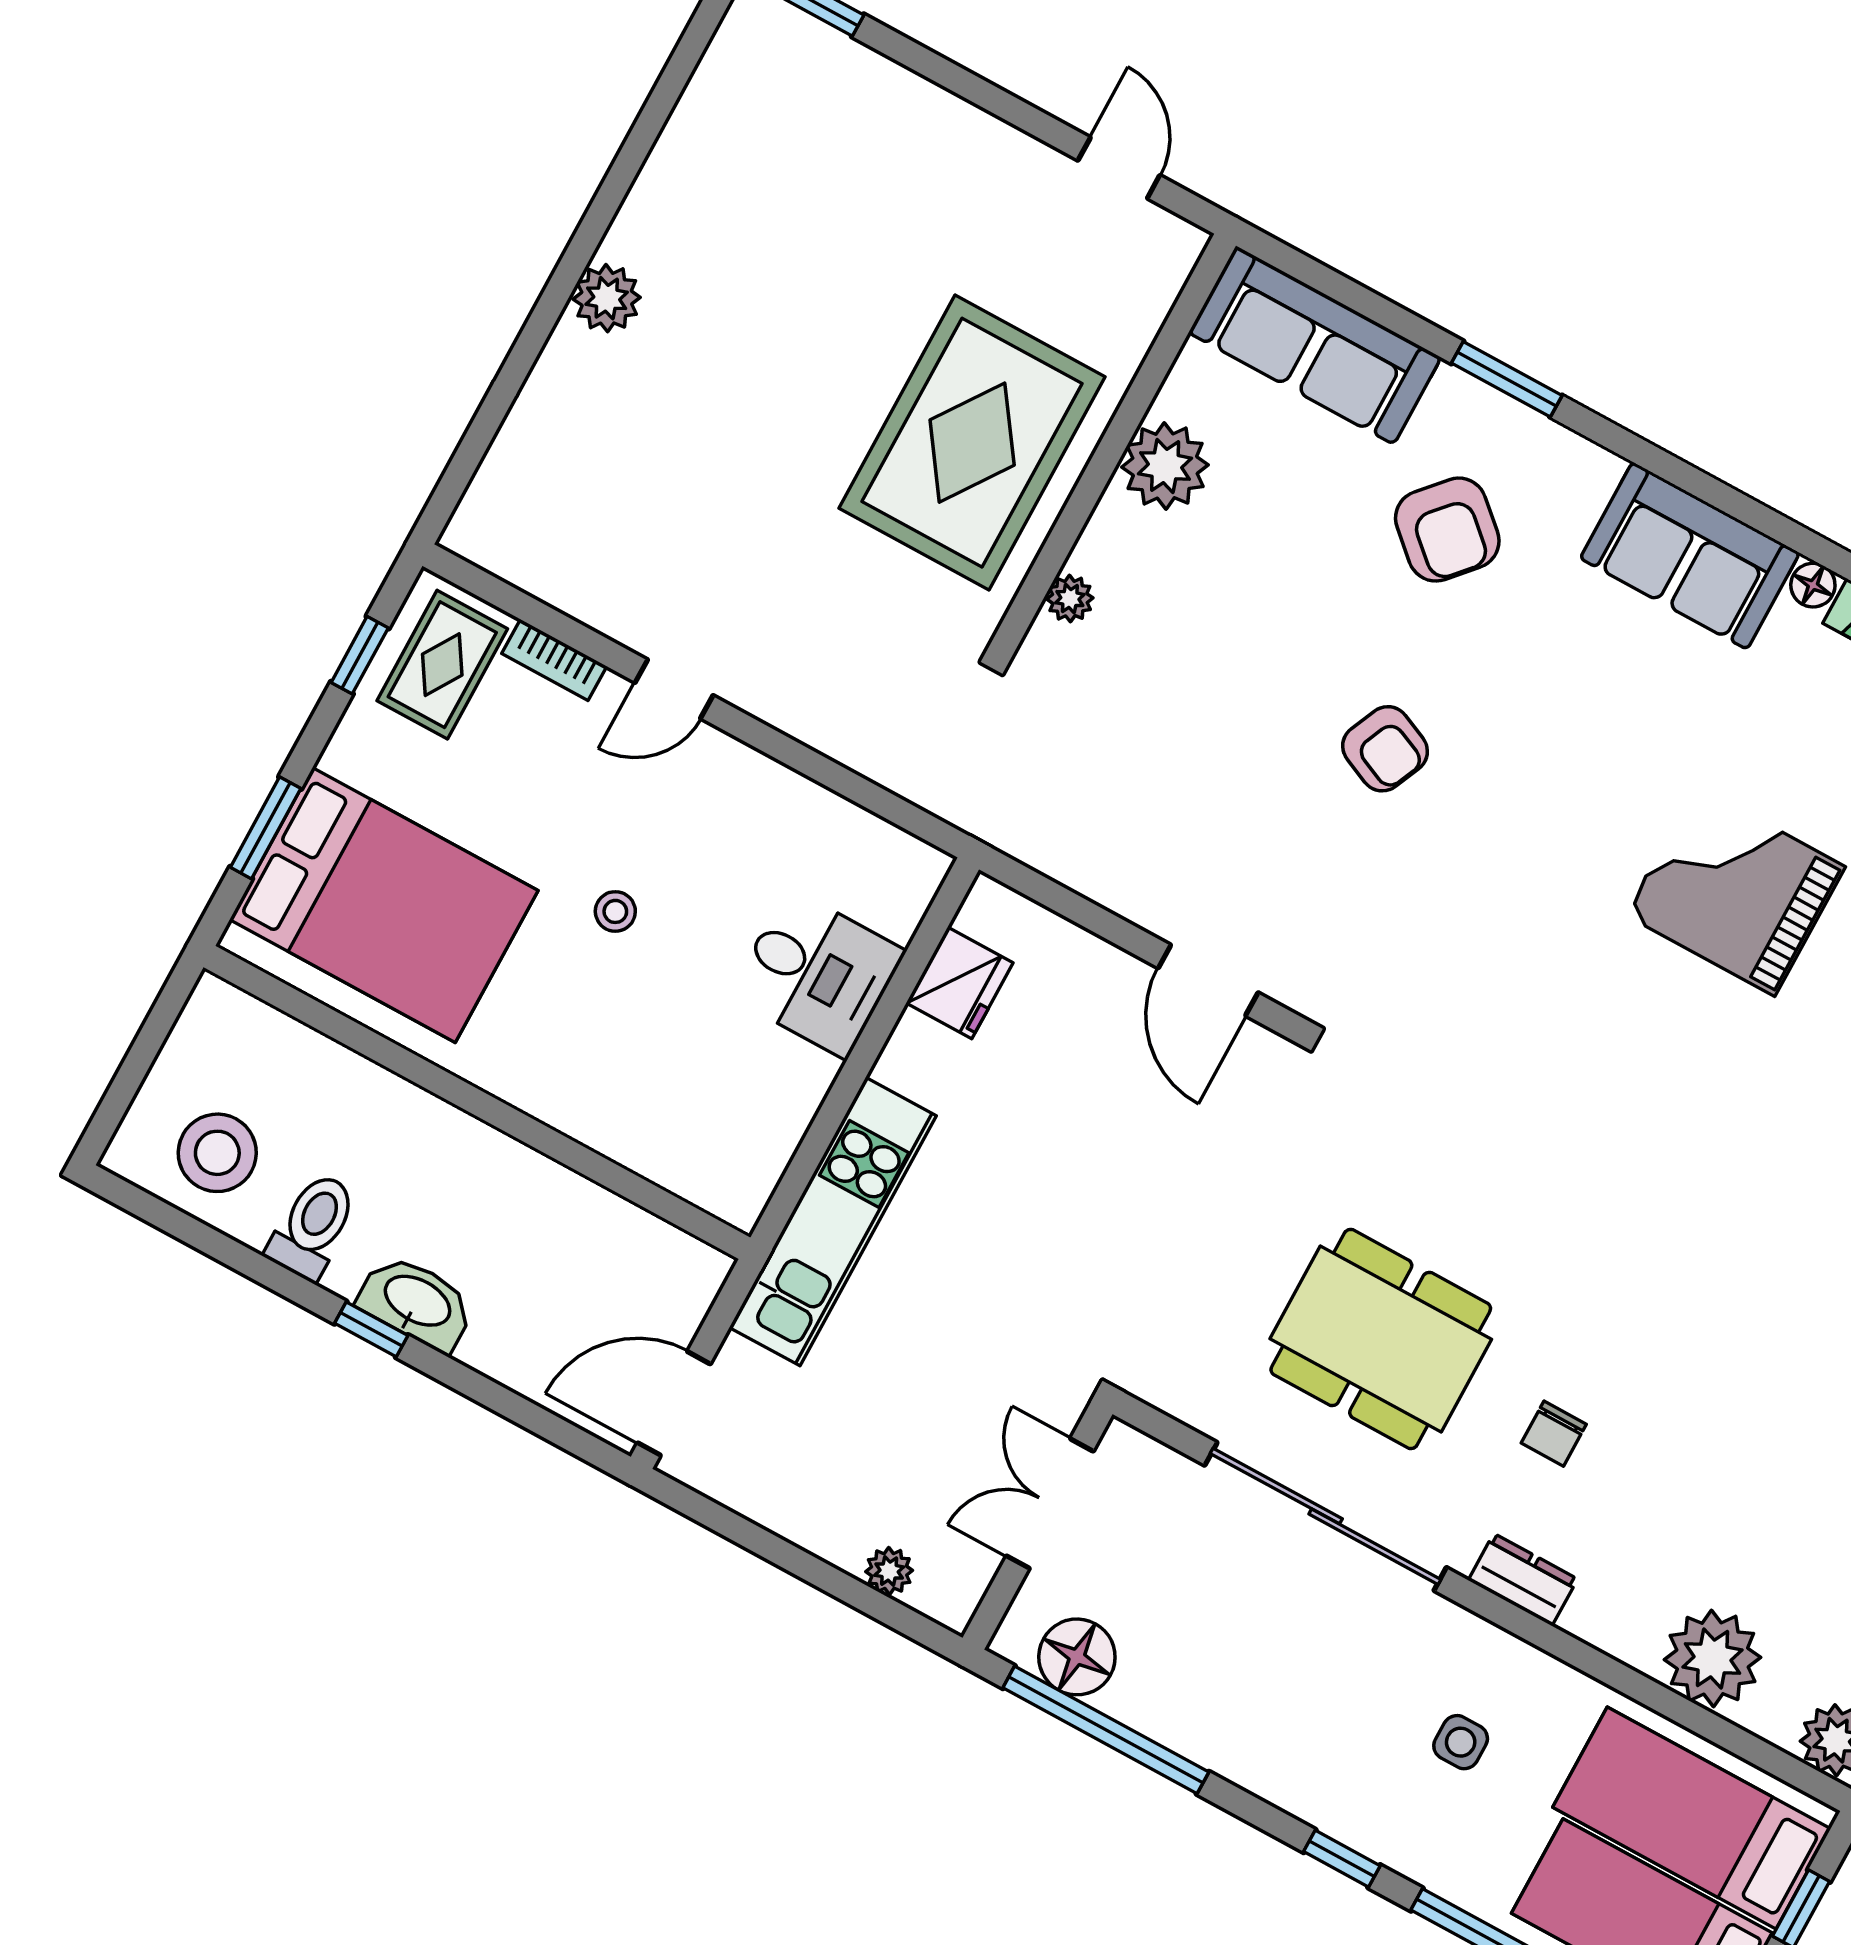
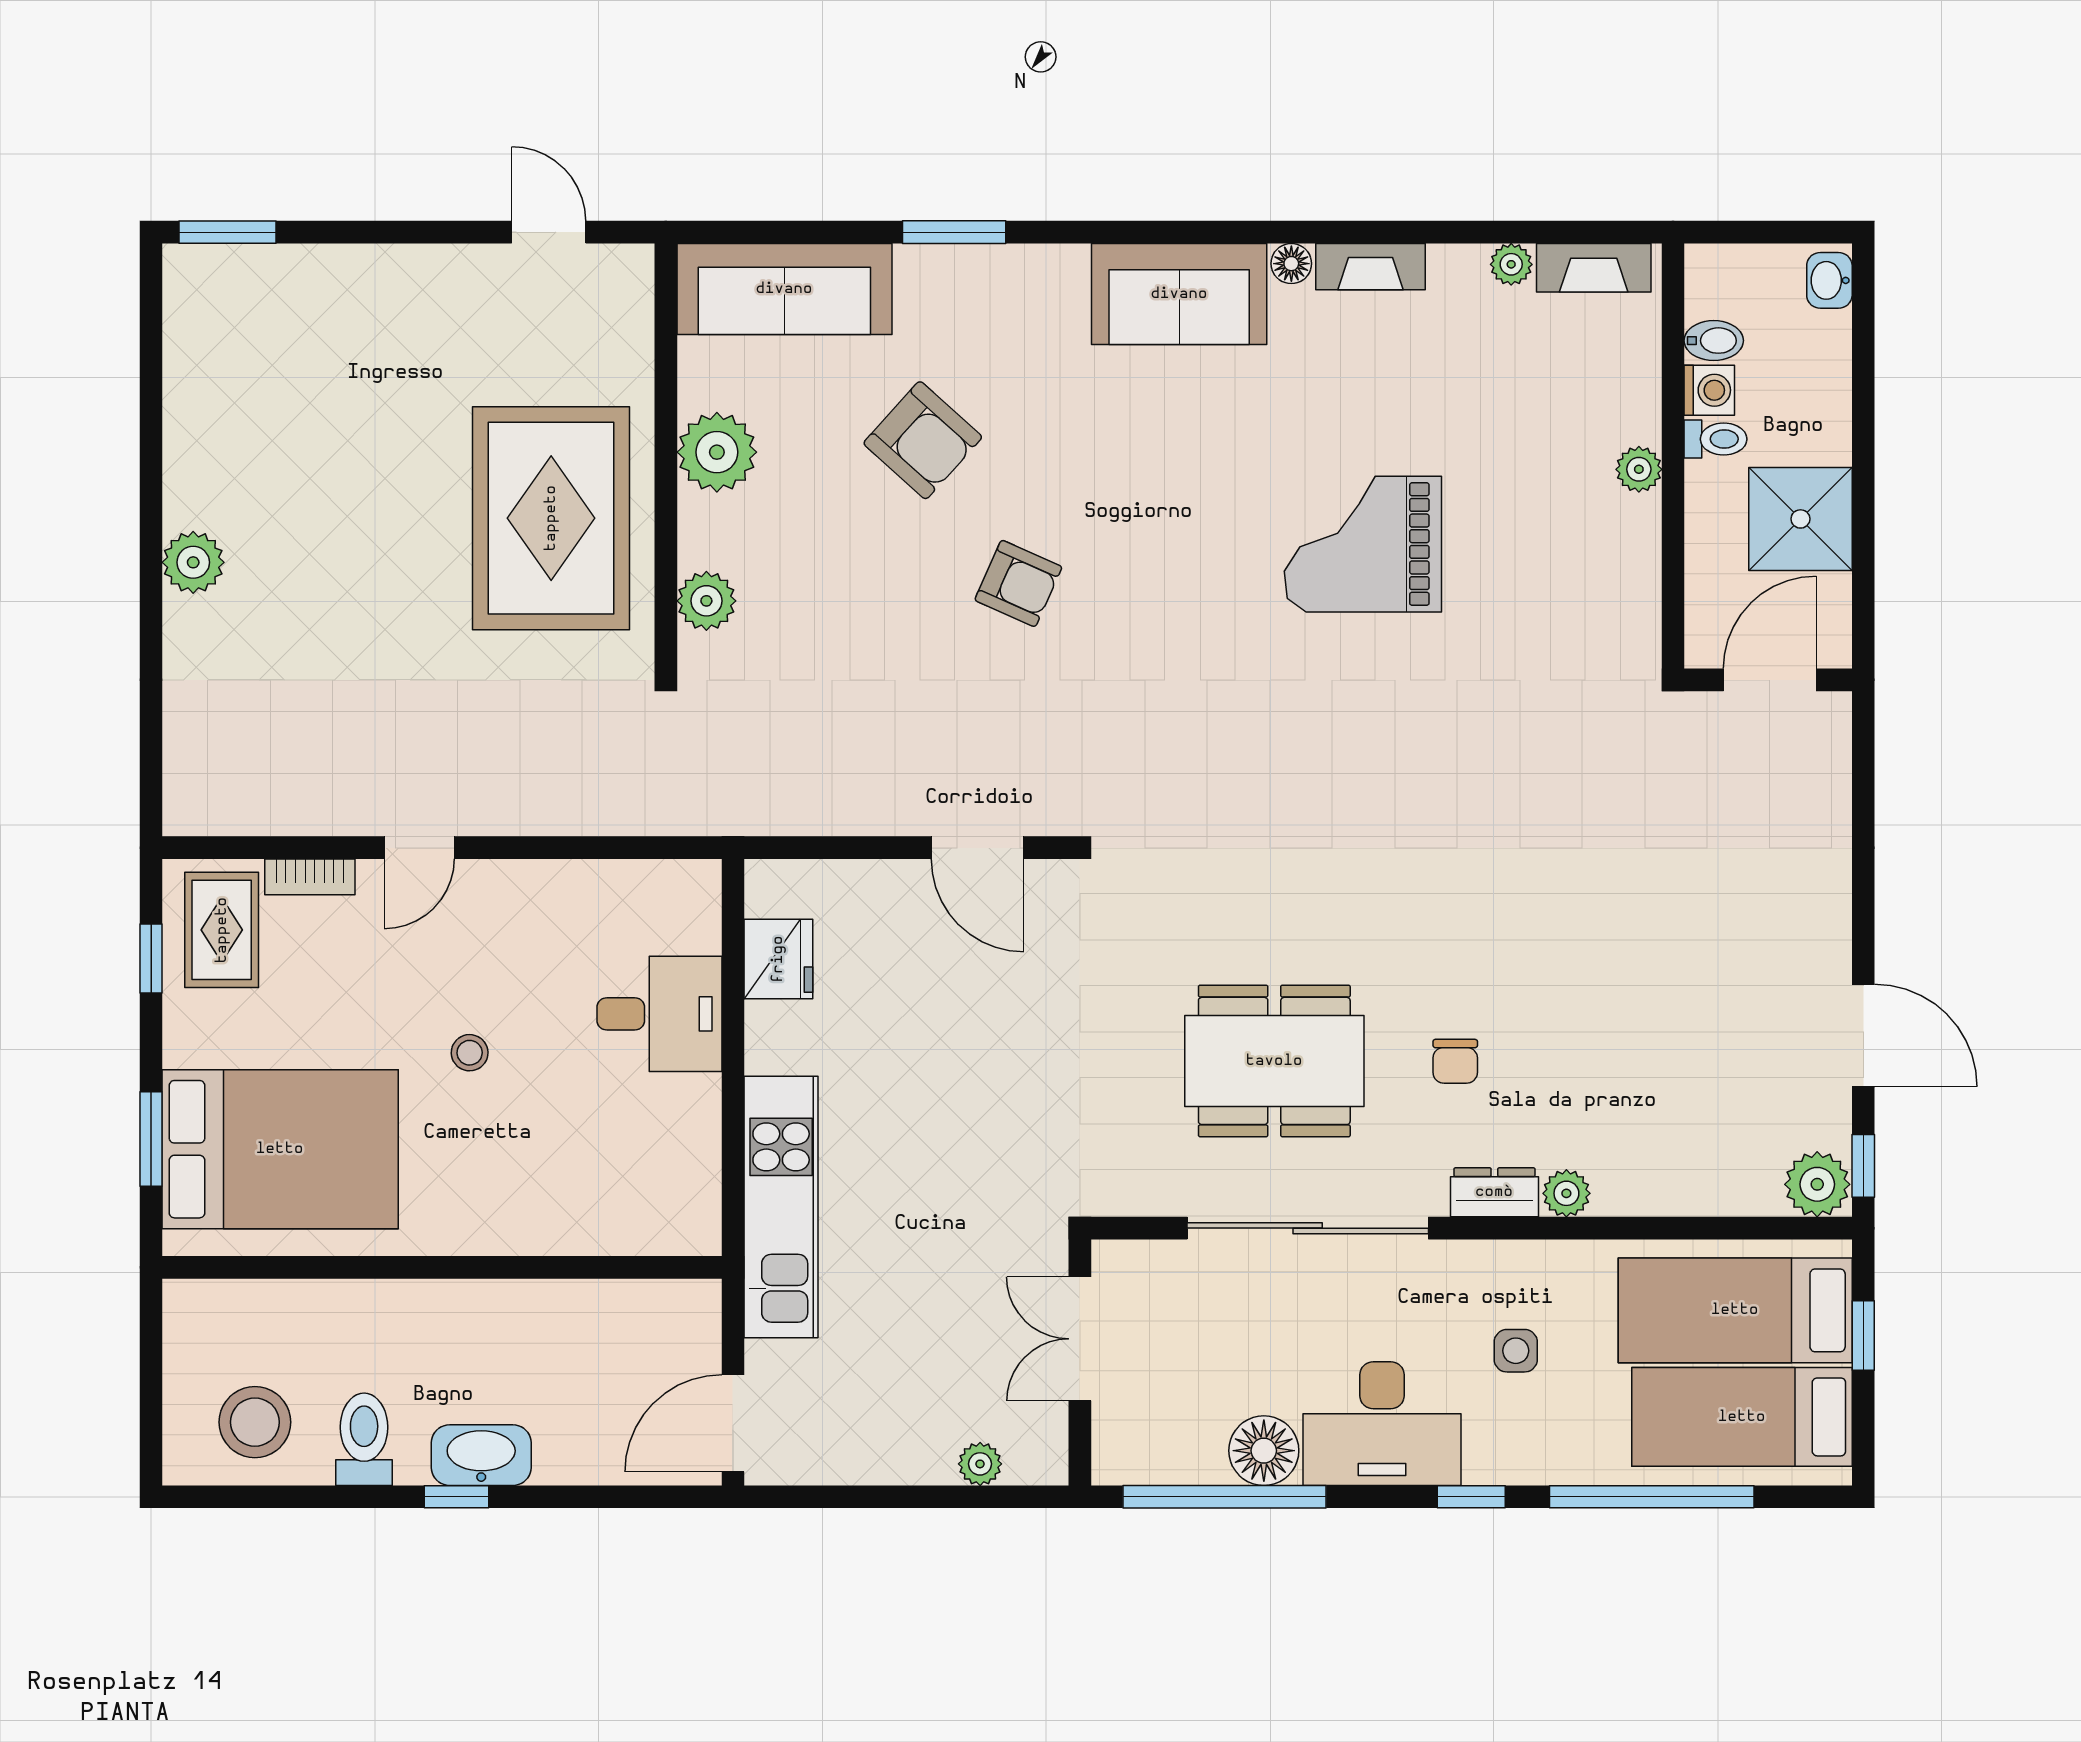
armchair: (1447, 530) -> (923, 440), moved
plant: (1070, 599) -> (706, 601), width x1.38, depth x1.38
floor lamp: (1077, 1657) -> (1264, 1451), moved
plant: (1713, 1658) -> (1566, 1193), moved, width x0.53, depth x0.53
desk: (1295, 1742) -> (1382, 1424), added

